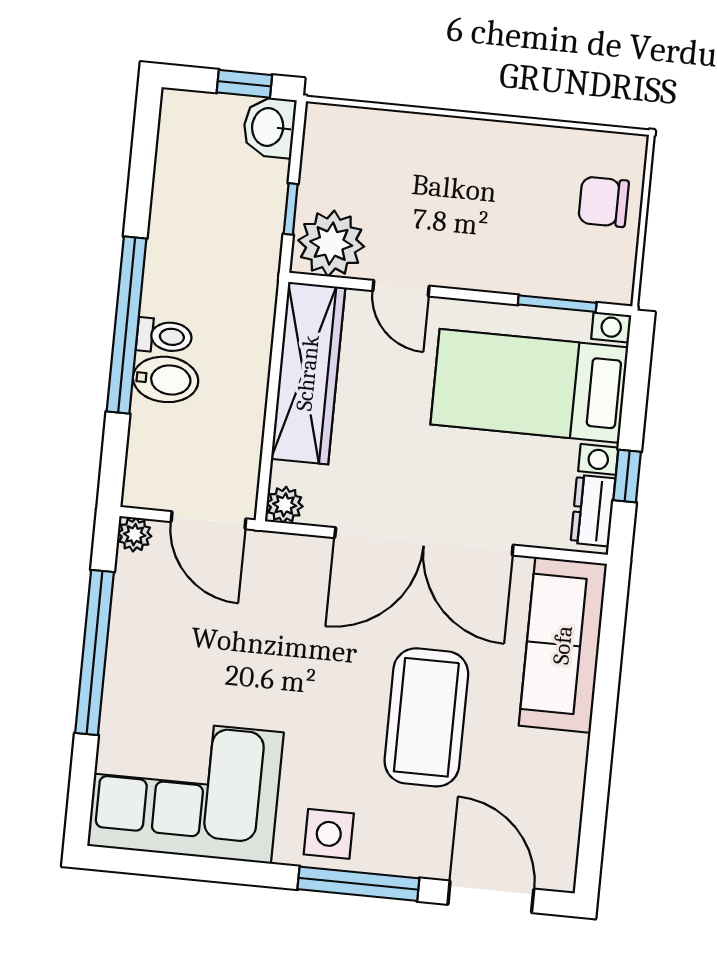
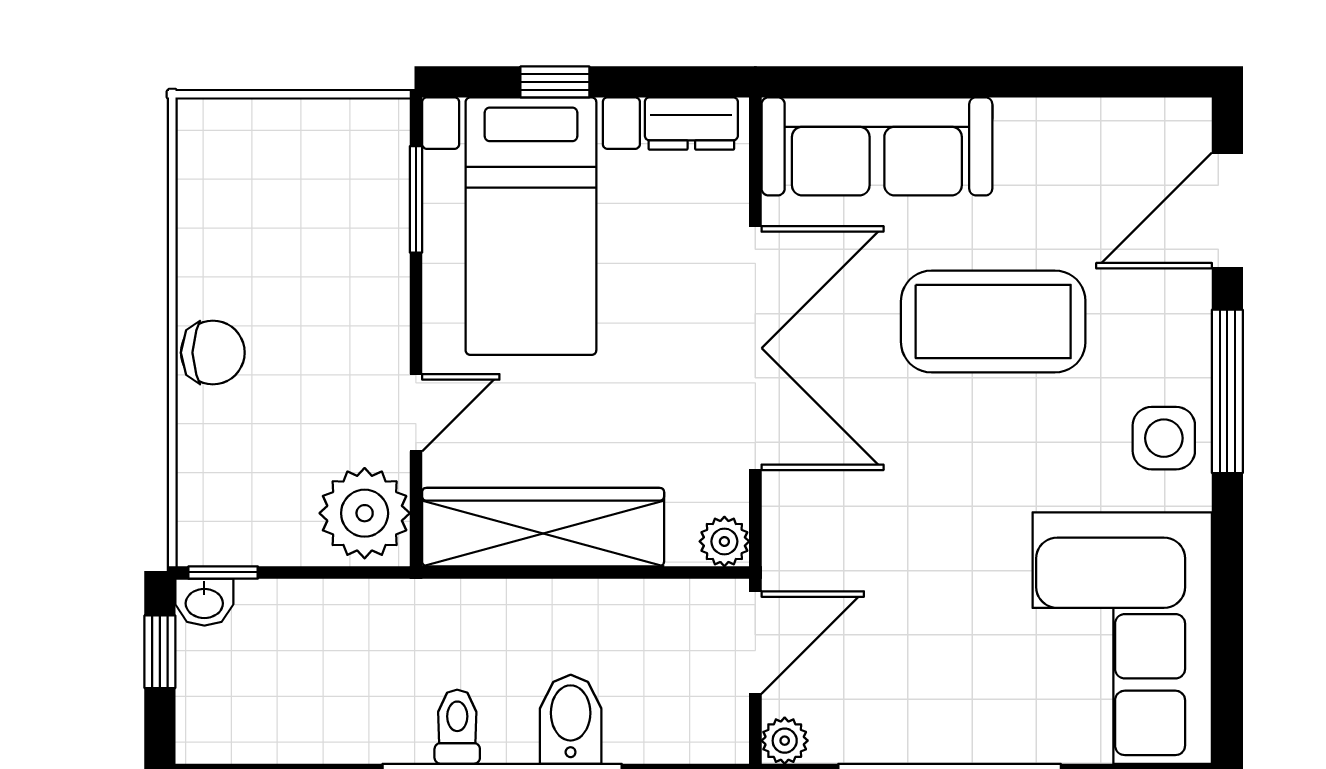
washbasin: (269, 127) -> (204, 602), width x0.72, depth x0.69
chair: (603, 202) -> (213, 353), moved, turned -90
window: (291, 209) -> (223, 572), moved
toilet: (164, 336) -> (457, 727), moved
window: (627, 476) -> (555, 82), moved

